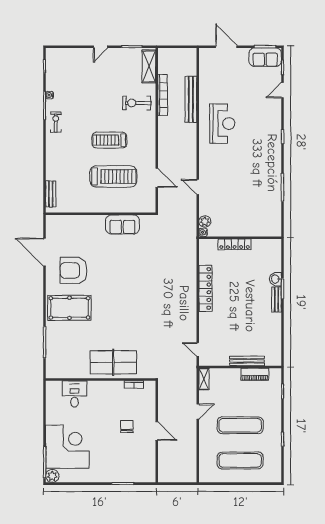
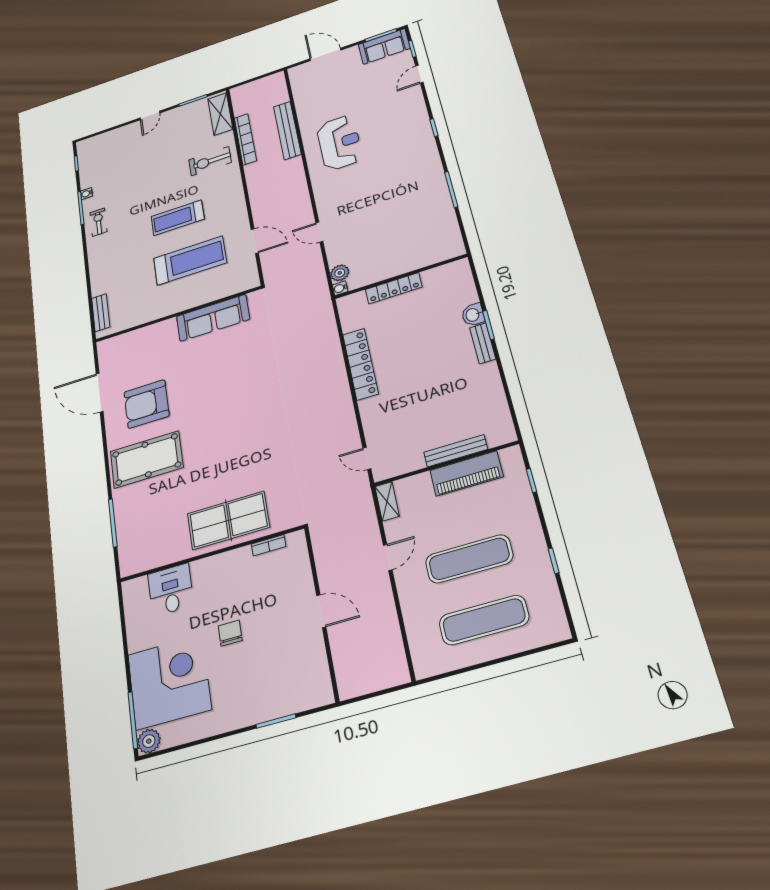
sofa: (122, 224) -> (213, 318), width x1.36
piano: (255, 374) -> (466, 473), width x1.37, depth x1.33
chair: (127, 426) -> (230, 633), moved

